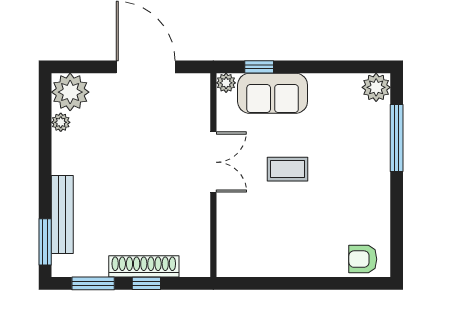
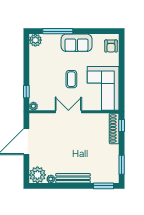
sofa: (273, 93) -> (77, 43), moved, turned 90
bench: (62, 215) -> (73, 178), moved
corner sofa: (266, 241) -> (103, 88), added
shoe rack: (144, 266) -> (114, 129), moved
window: (146, 283) -> (122, 126), moved

